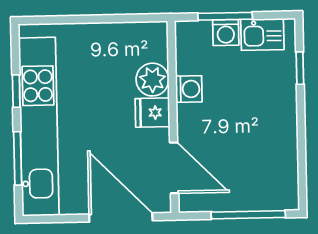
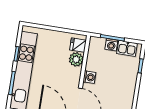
washing machine: (189, 89) -> (89, 77), moved
fridge: (152, 113) -> (78, 45), moved

